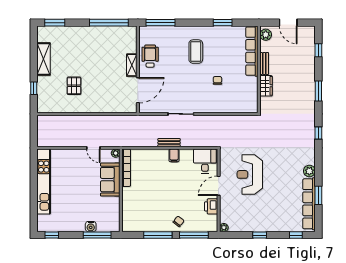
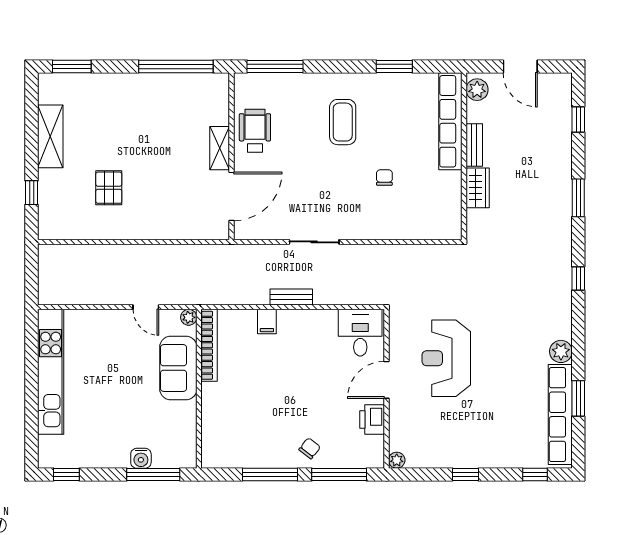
filing cabinet: (174, 155) -> (267, 322), moved

